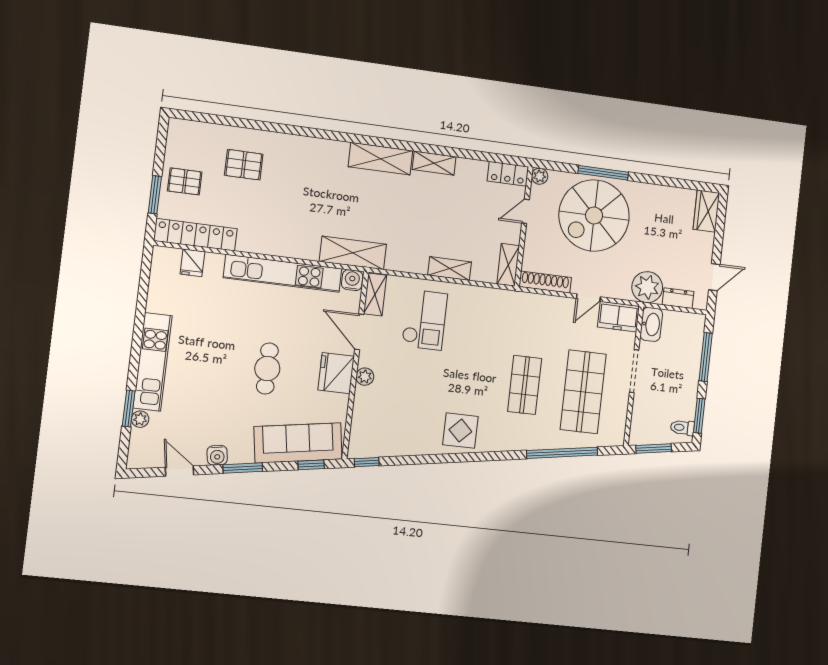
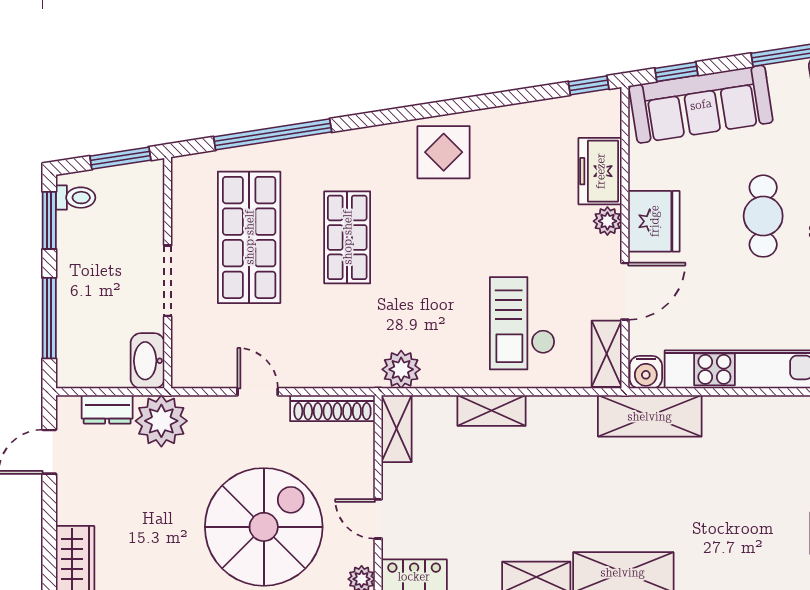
door: (525, 211) -> (378, 519), swing flipped
door: (588, 298) -> (258, 392), hinge flipped
plant: (501, 300) -> (401, 369), added
freezer: (618, 317) -> (600, 171), moved, turned -90
door: (359, 332) -> (625, 291), hinge flipped

